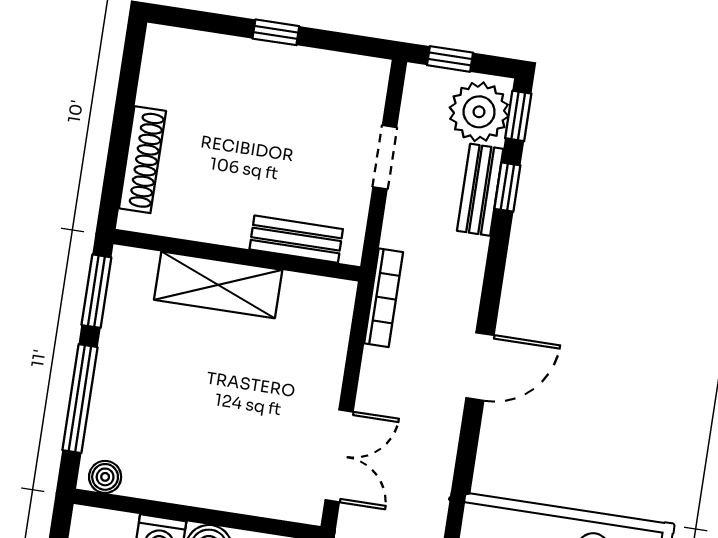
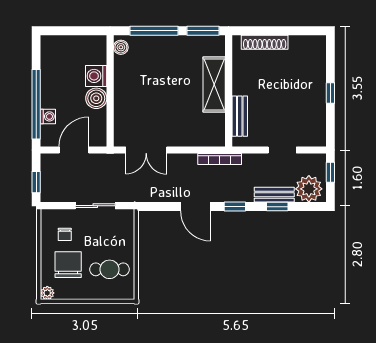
window: (518, 116) -> (235, 207), moved

